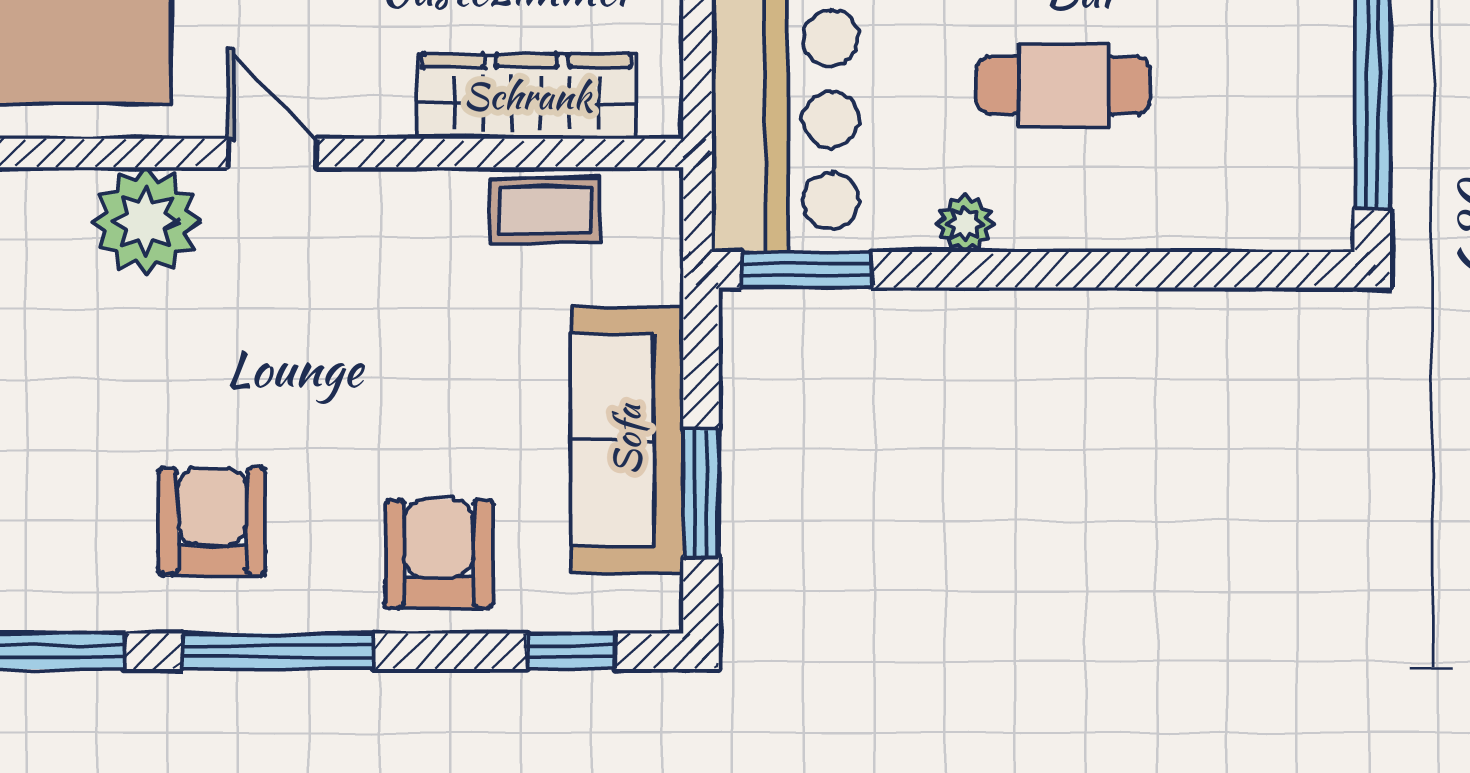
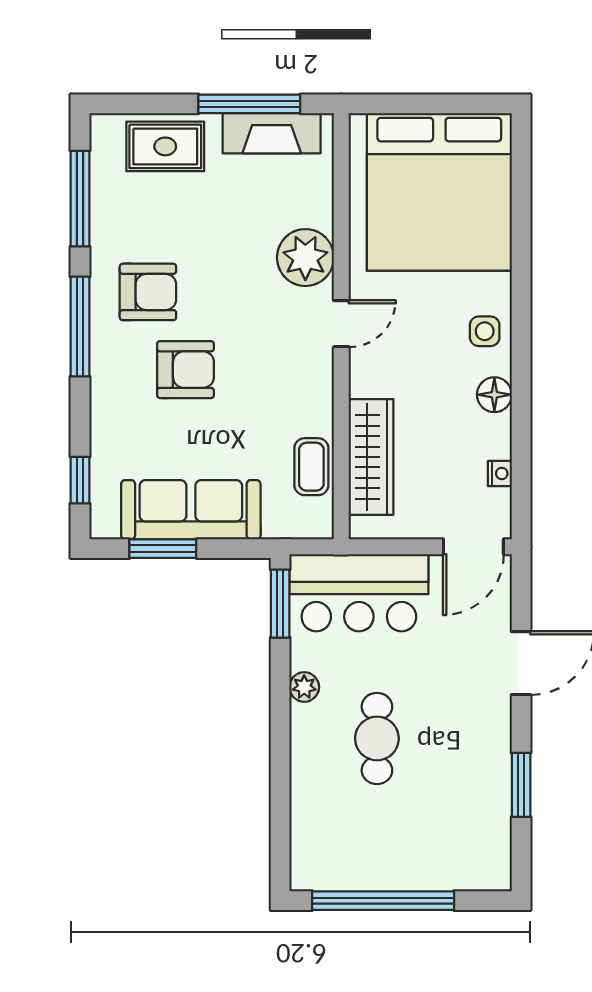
armchair: (439, 554) -> (186, 370), moved

